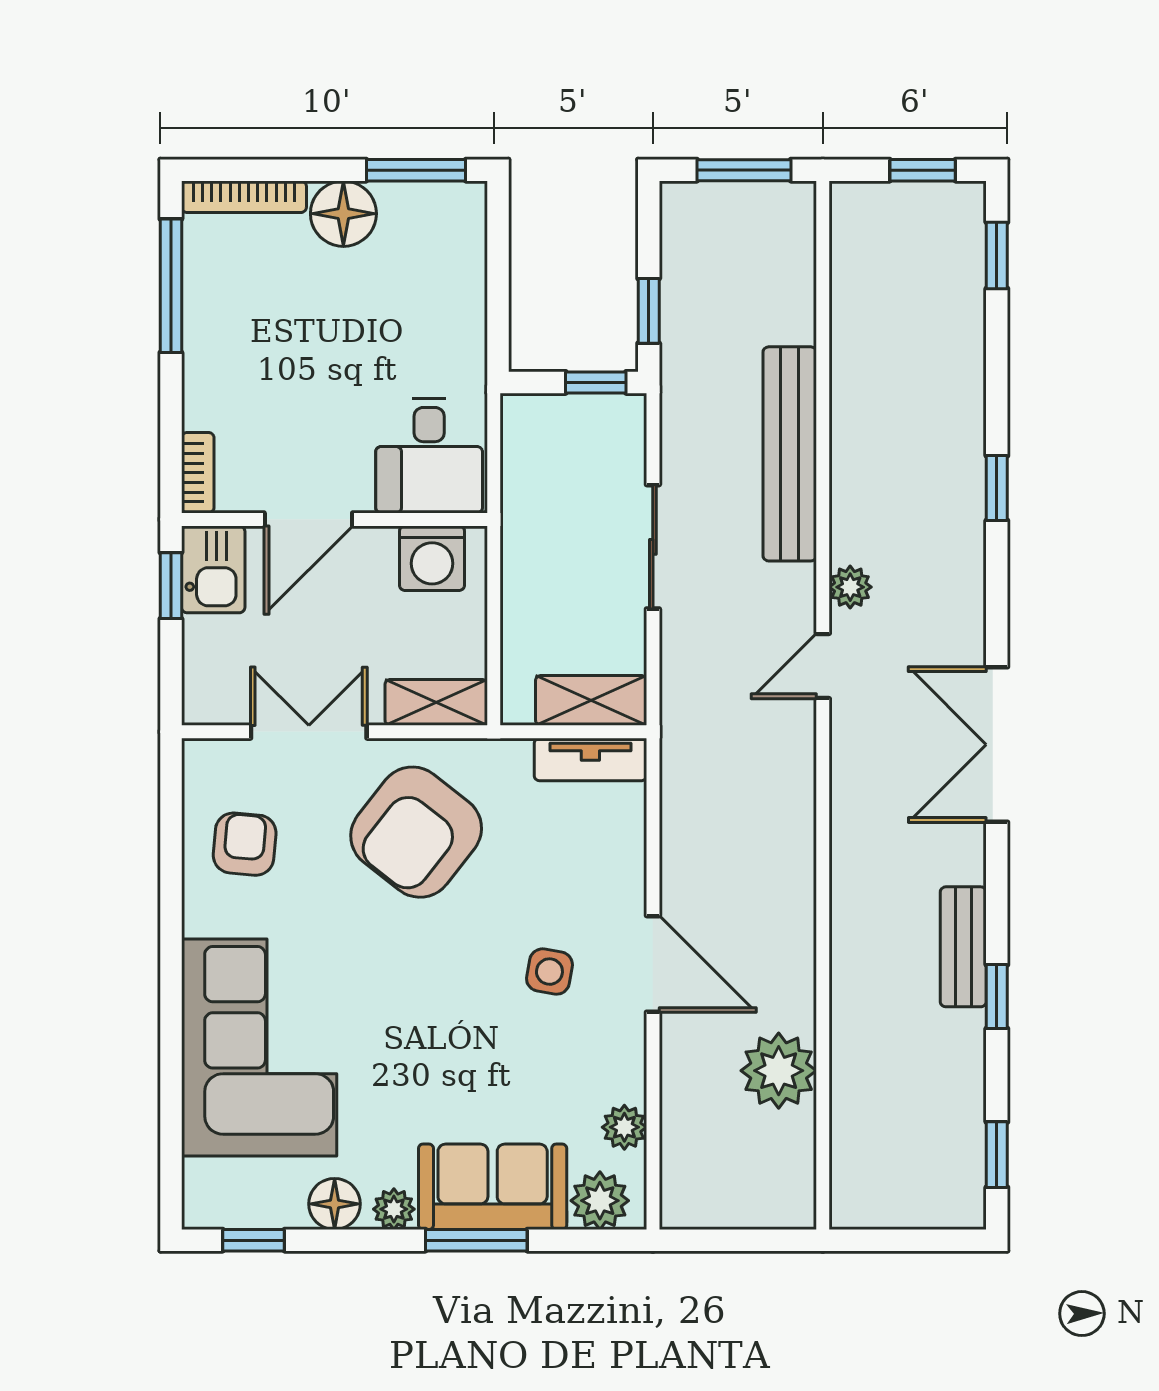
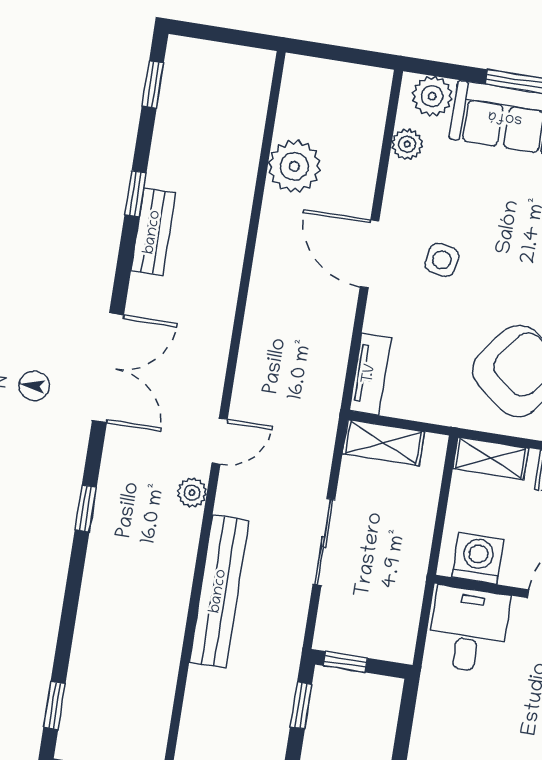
window: (997, 488) -> (86, 508), moved
tv unit: (590, 759) -> (370, 374), moved, turned 90

